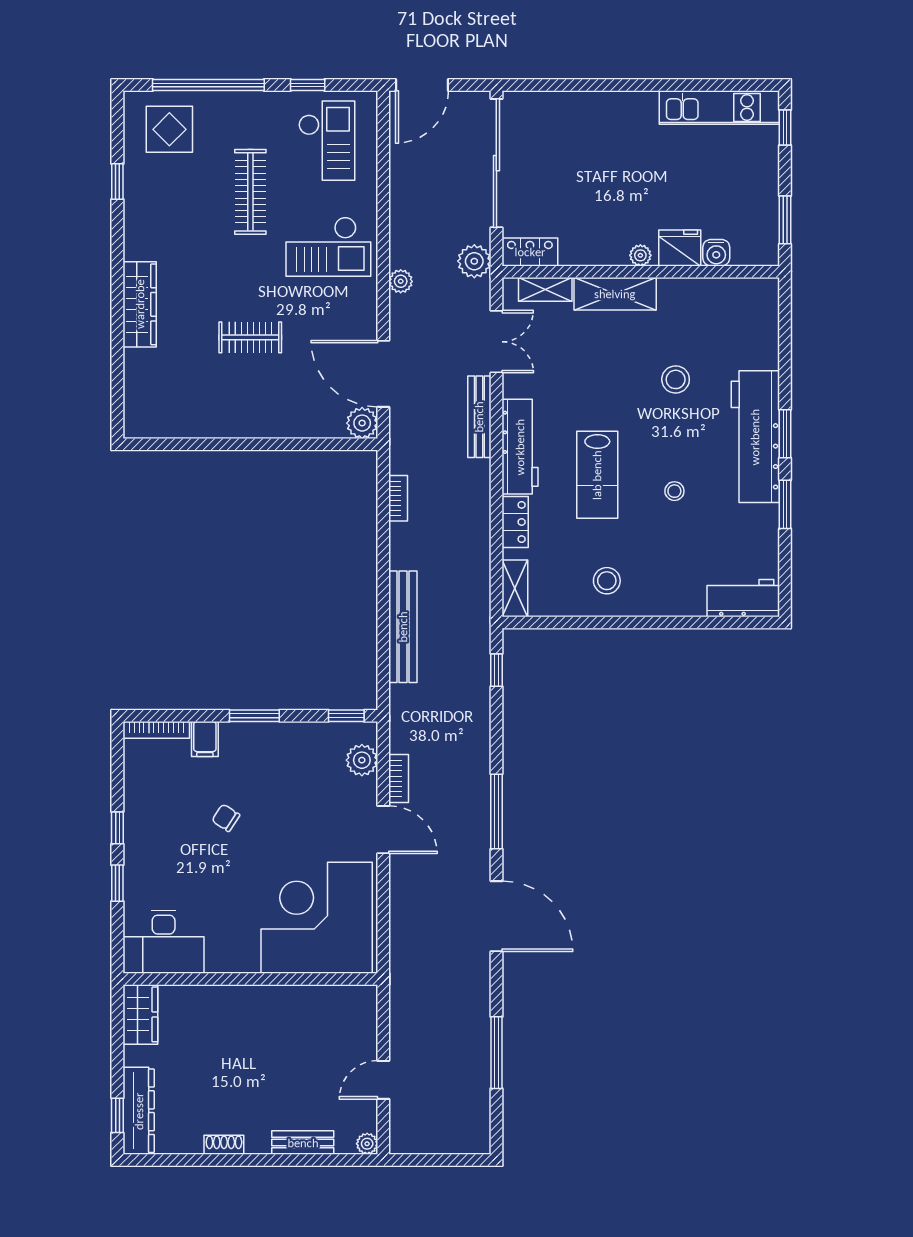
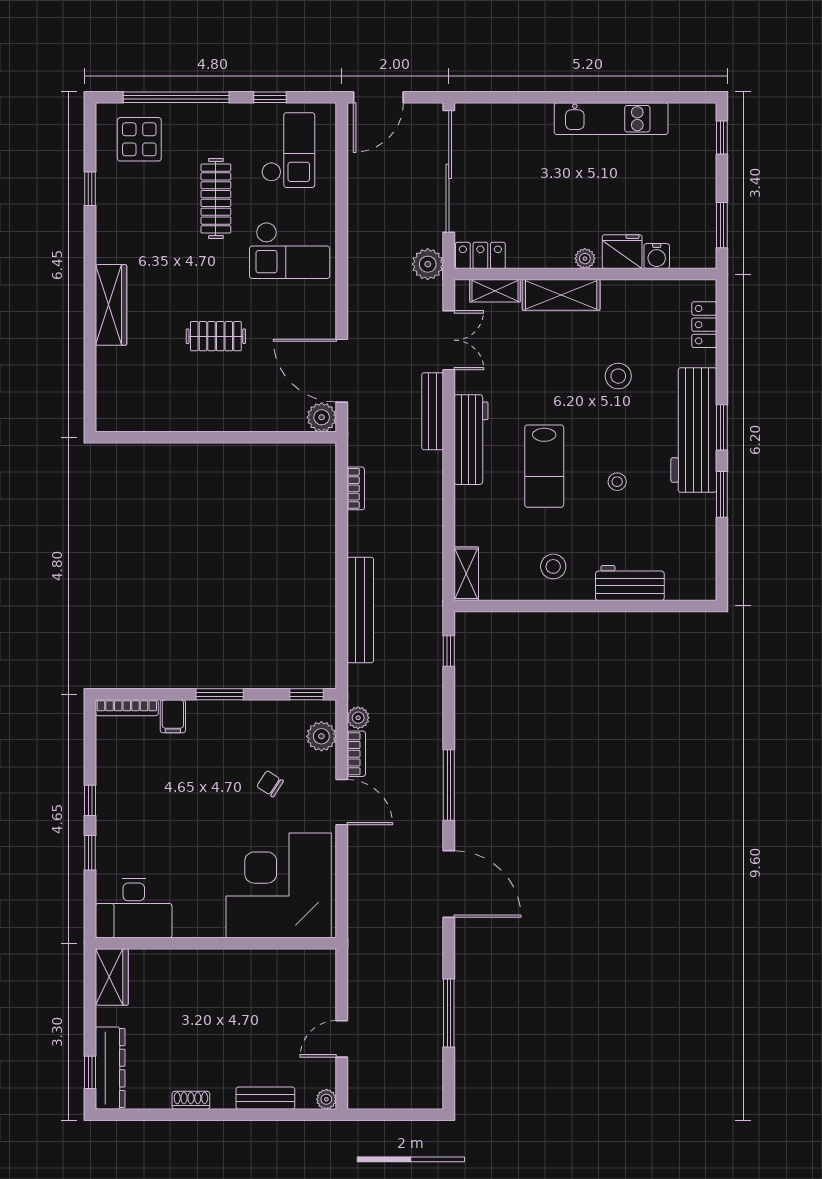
kitchen unit: (719, 108) -> (611, 119), moved
plant: (401, 281) -> (358, 718), moved
locker: (515, 522) -> (704, 325), moved, turned 180
workbench: (743, 598) -> (630, 583), moved
chair: (226, 818) -> (270, 784), moved

